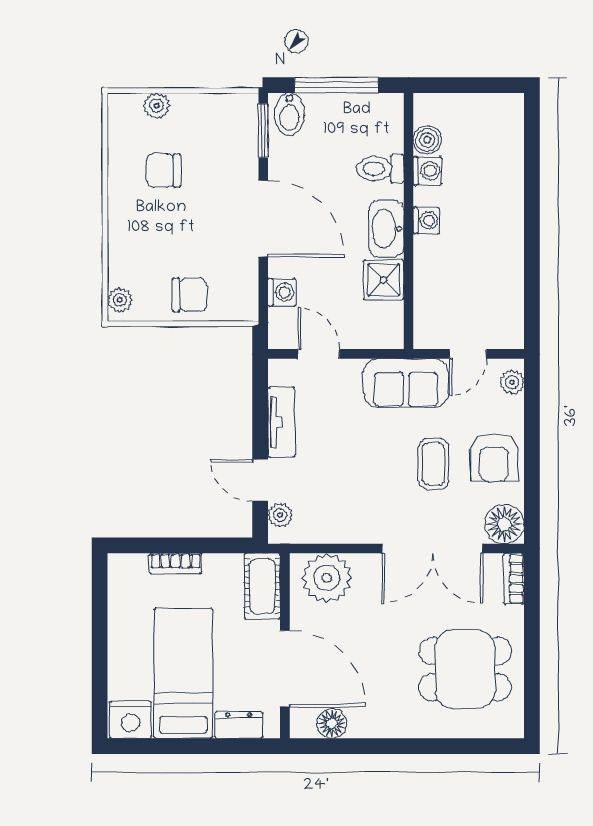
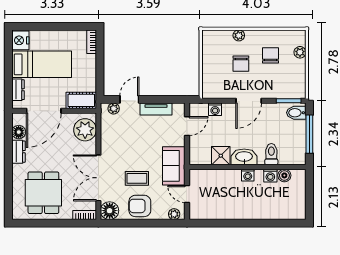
door: (263, 219) -> (249, 101), width x0.73
chair: (190, 295) -> (241, 64), moved
plant: (120, 300) -> (239, 35), moved
bookcase: (176, 564) -> (92, 42), moved
dresser: (375, 724) -> (18, 152), added

